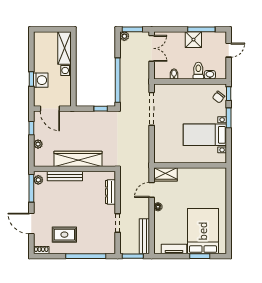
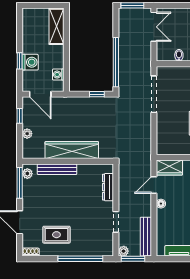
plant: (124, 36) -> (124, 251), moved
washing machine: (66, 70) -> (58, 75), moved

